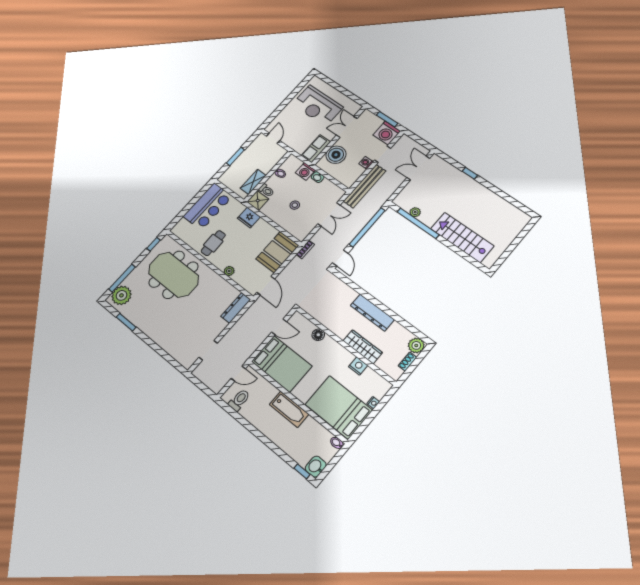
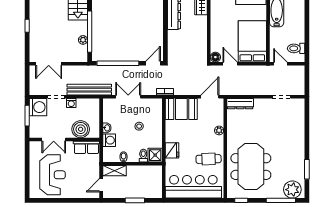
shelving: (253, 182) -> (114, 171), moved
bar counter: (208, 206) -> (193, 187), width x1.36
floor lamp: (318, 335) -> (215, 57), moved

